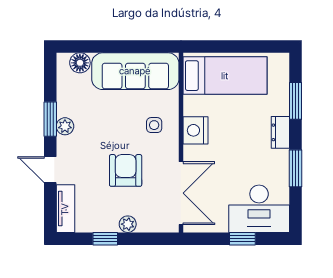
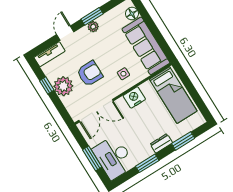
plant: (128, 224) -> (63, 86), width x1.88, depth x1.88
window: (242, 239) -> (92, 158), width x1.50

